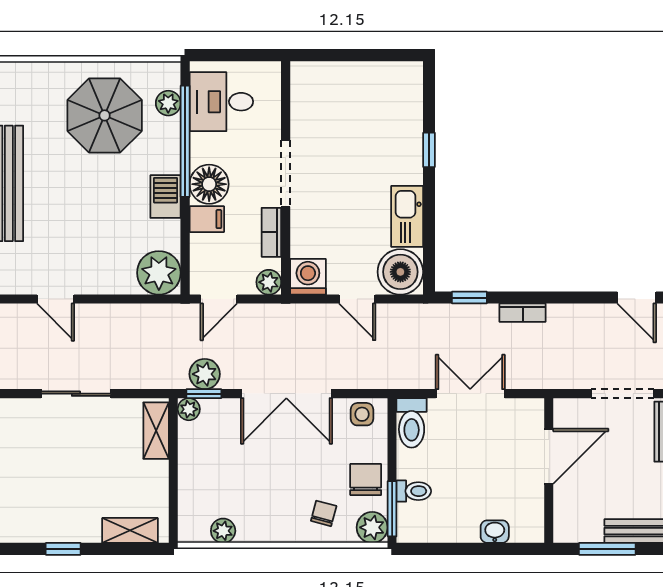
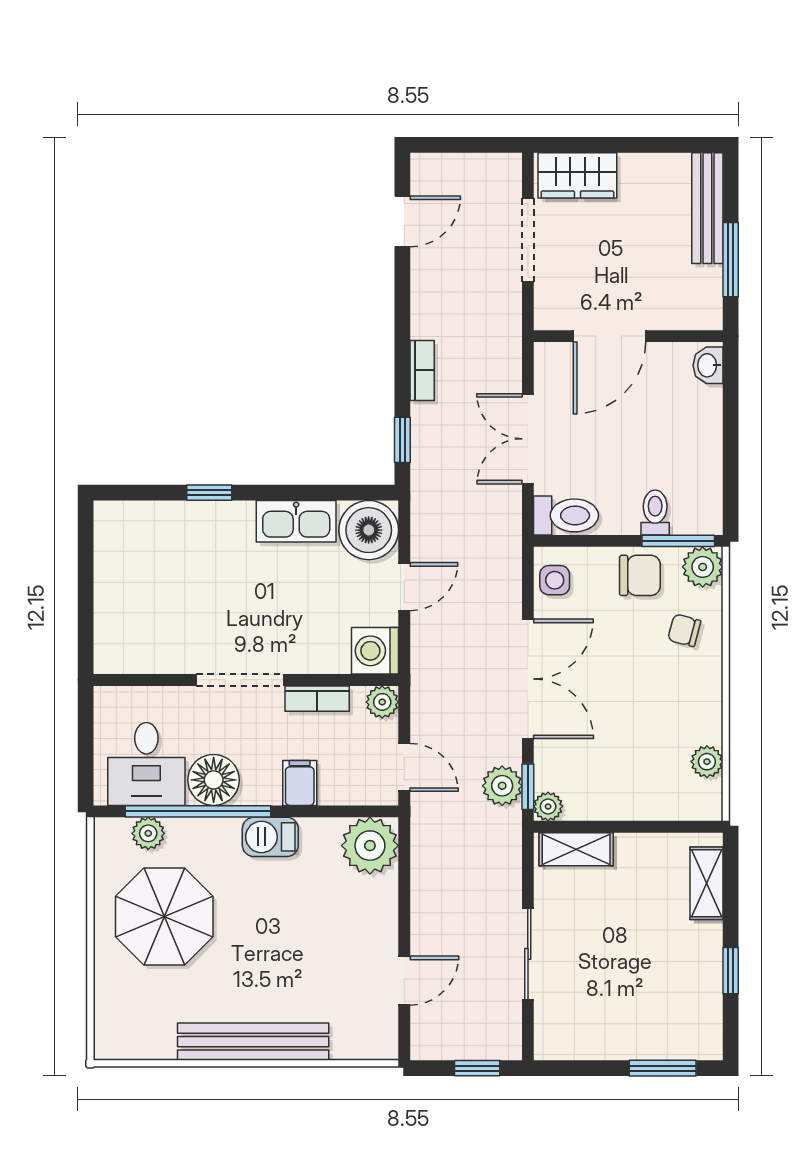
floor lamp: (209, 184) -> (214, 780), moved
door: (549, 456) -> (610, 336), swing flipped
chair: (366, 479) -> (640, 575), turned 180
washbasin: (495, 532) -> (708, 365), moved

